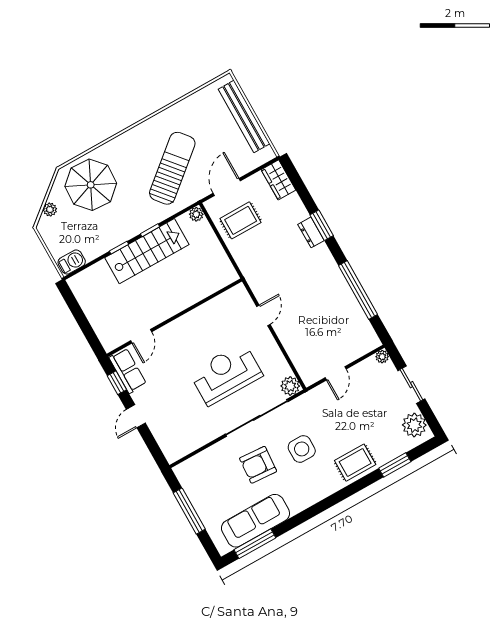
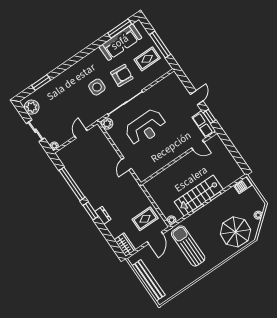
sun lounger: (172, 168) -> (188, 246), turned 130
window: (322, 225) -> (91, 211), moved
door: (141, 336) -> (198, 145), swing flipped
rug: (355, 463) -> (147, 59), moved

